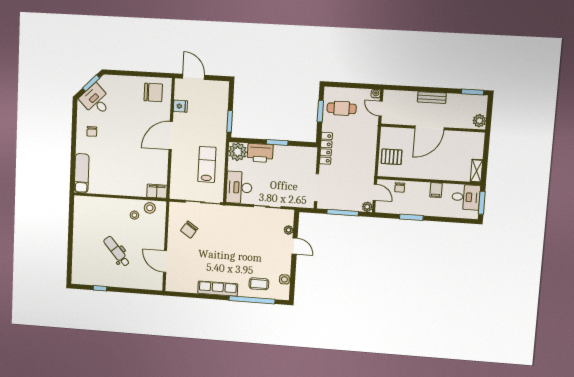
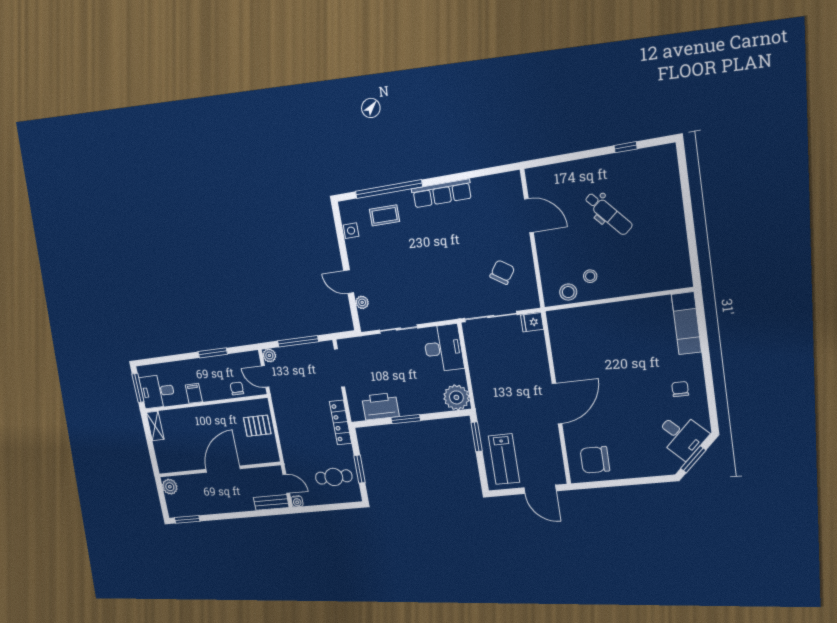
bench: (432, 98) -> (271, 503), moved
fridge: (180, 106) -> (532, 322), moved
printer: (260, 153) -> (380, 406), moved
lab bench: (207, 164) -> (504, 459), moved
filing cabinet: (157, 191) -> (562, 319), removed

